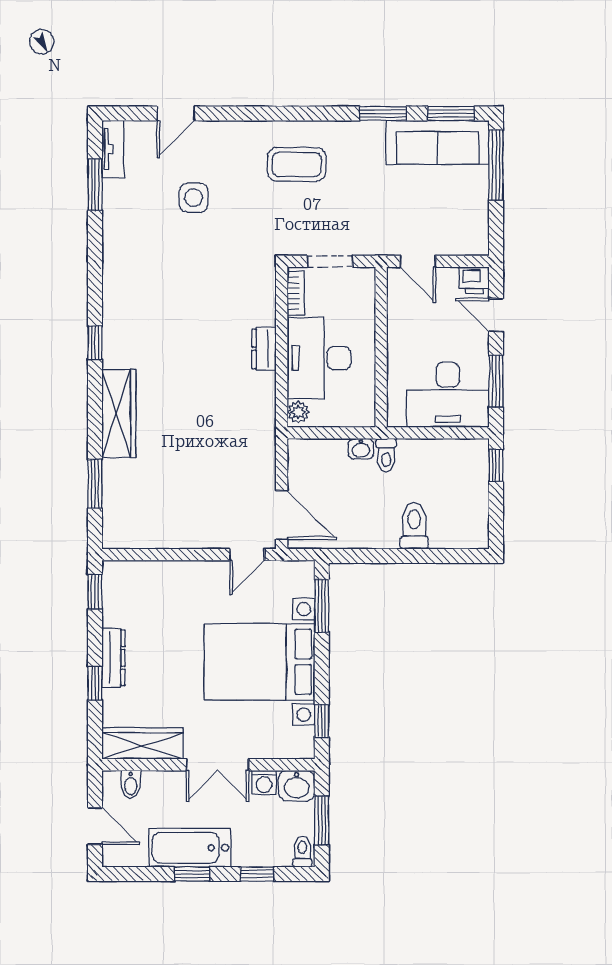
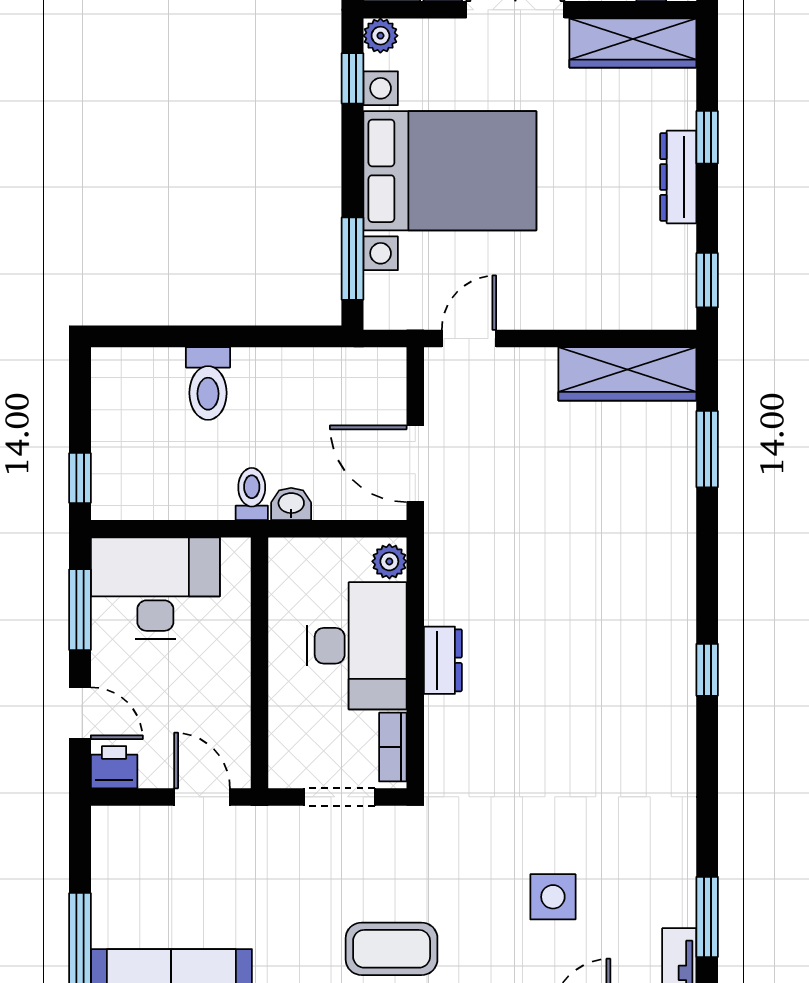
wardrobe: (119, 413) -> (627, 374), moved, turned -90
door: (282, 515) -> (415, 464), moved
plant: (304, 748) -> (380, 36), added

